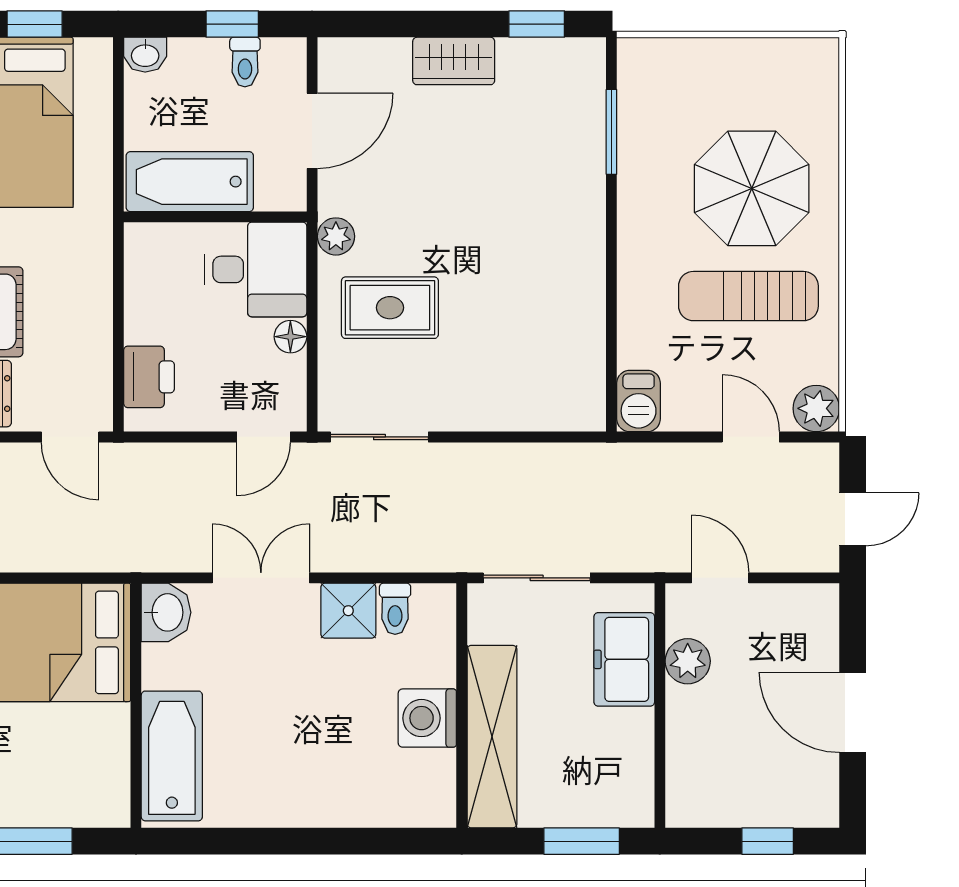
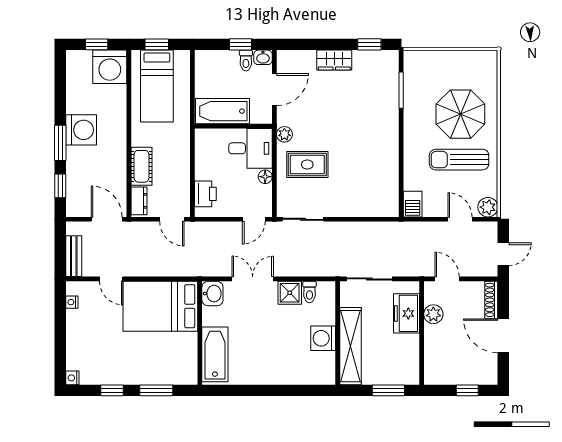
washbasin: (145, 55) -> (263, 57), moved
shoe rack: (824, 627) -> (491, 300), added

